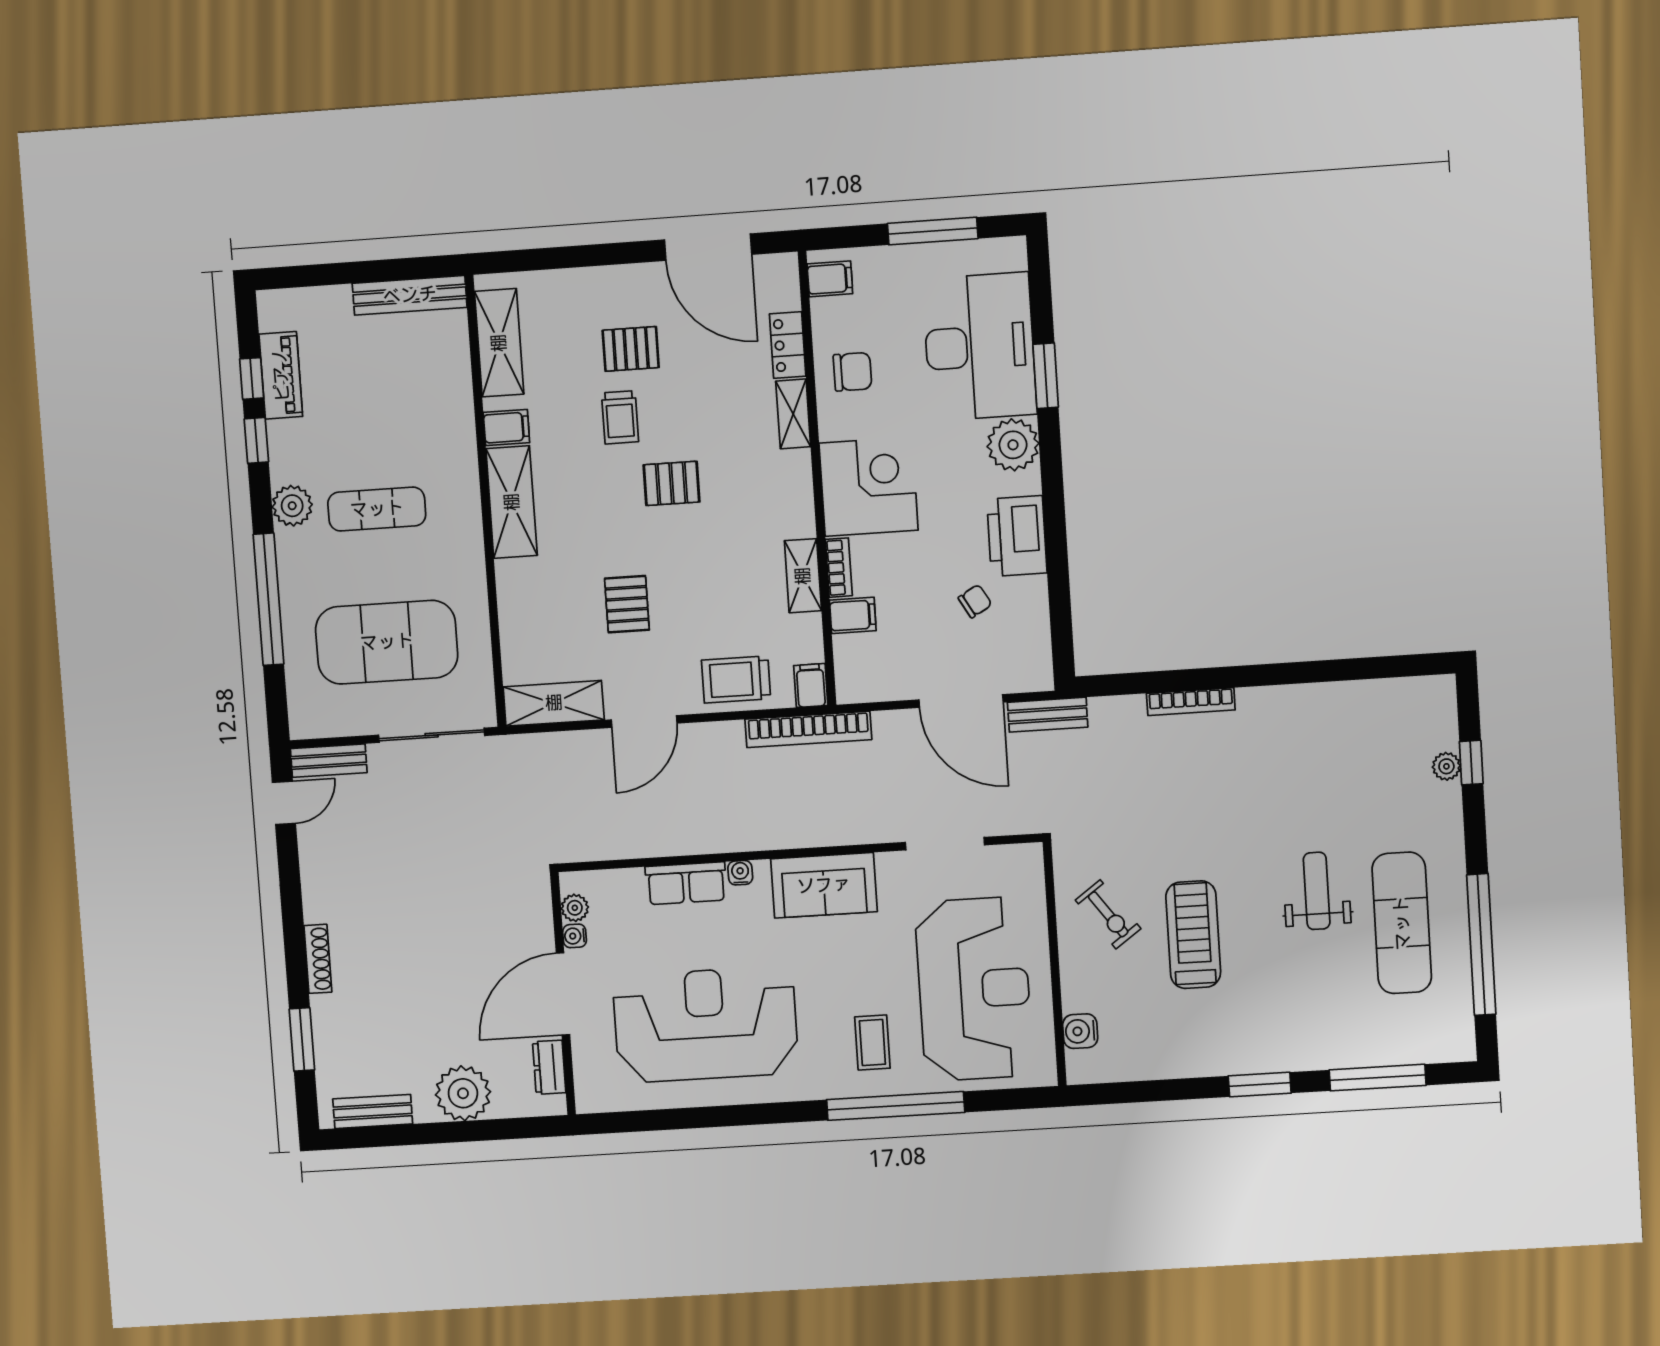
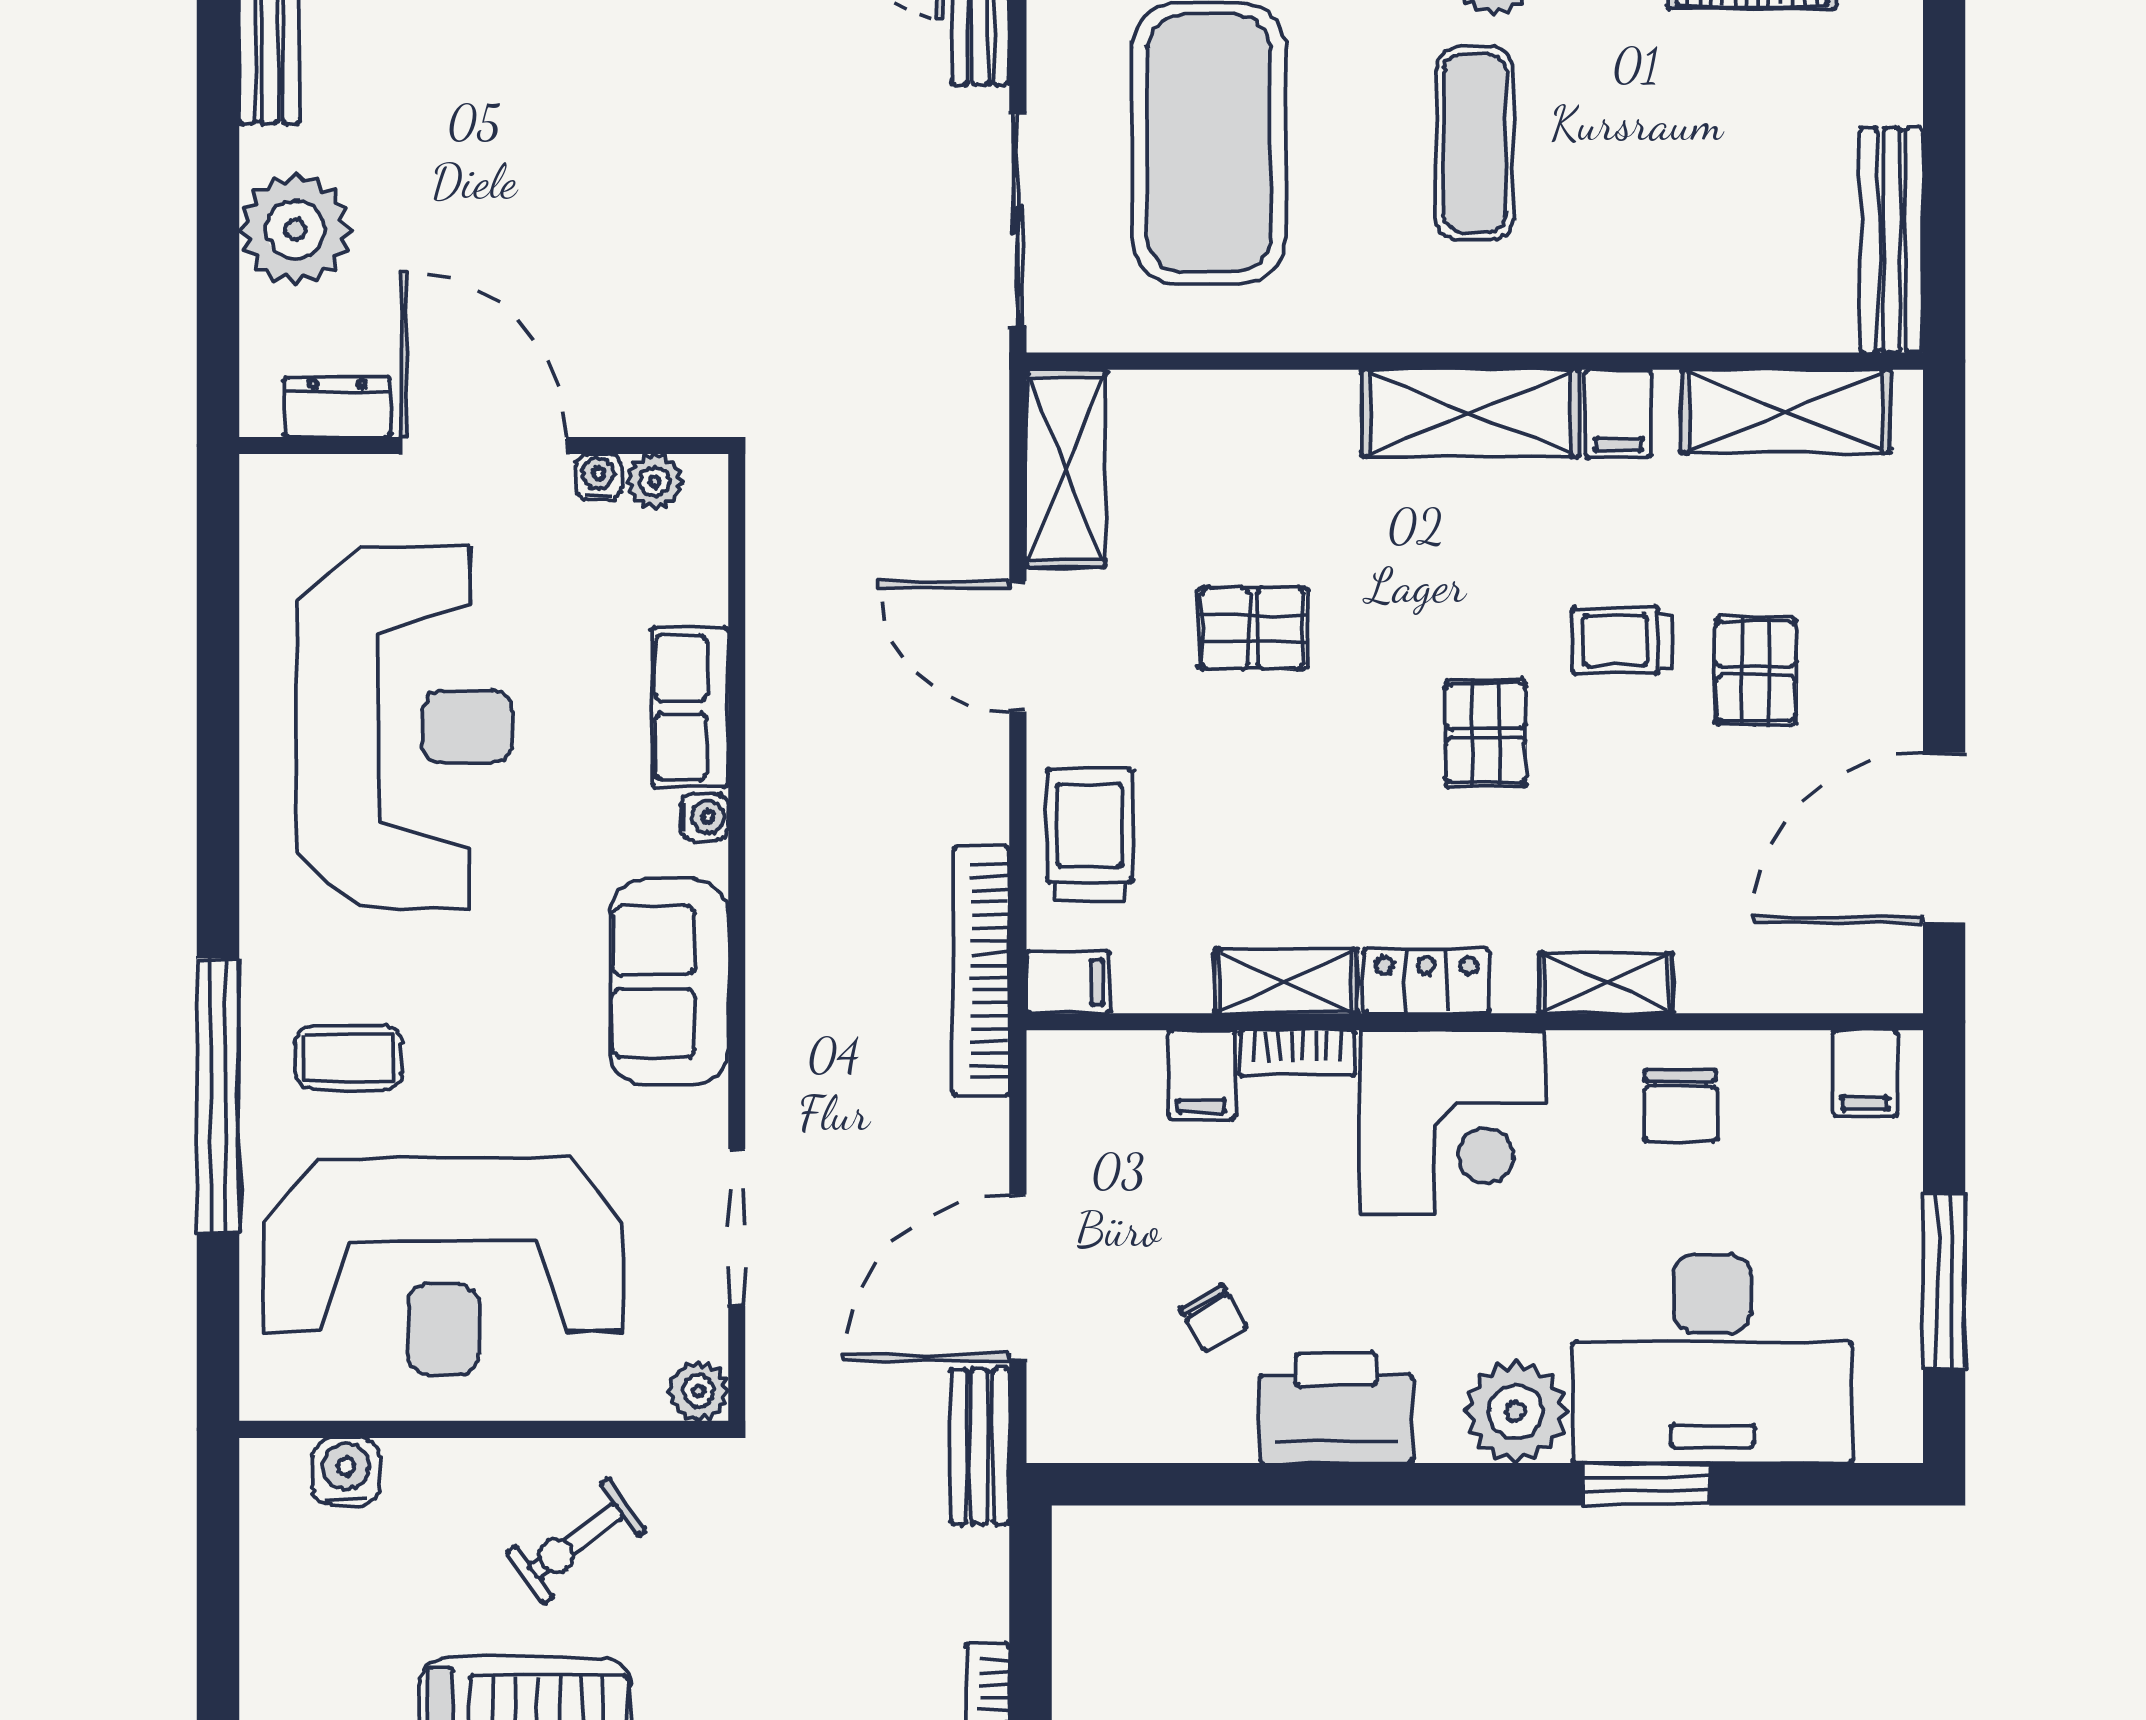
locker: (788, 345) -> (1426, 981), moved
plant: (1028, 858) -> (698, 1391), added

